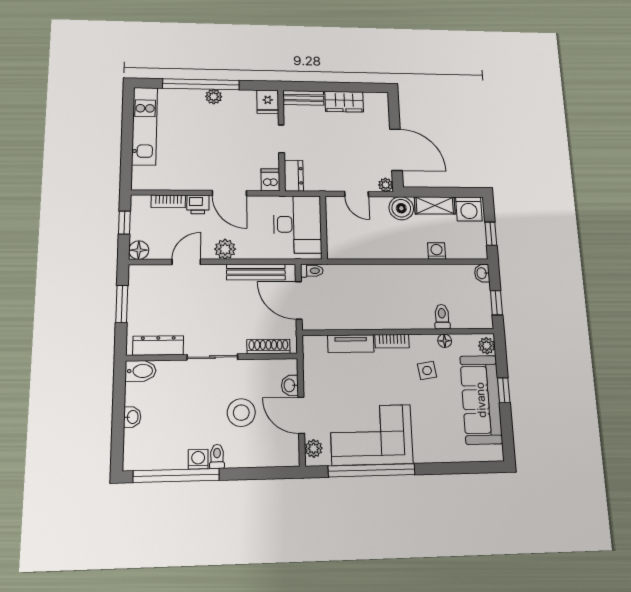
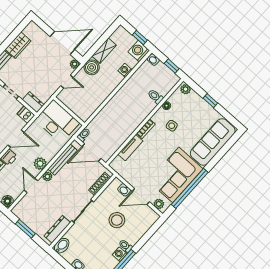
washing machine: (469, 209) -> (139, 51), moved, turned 180
plant: (217, 272) -> (47, 176), added
sofa: (481, 400) -> (213, 142), moved, turned 90

